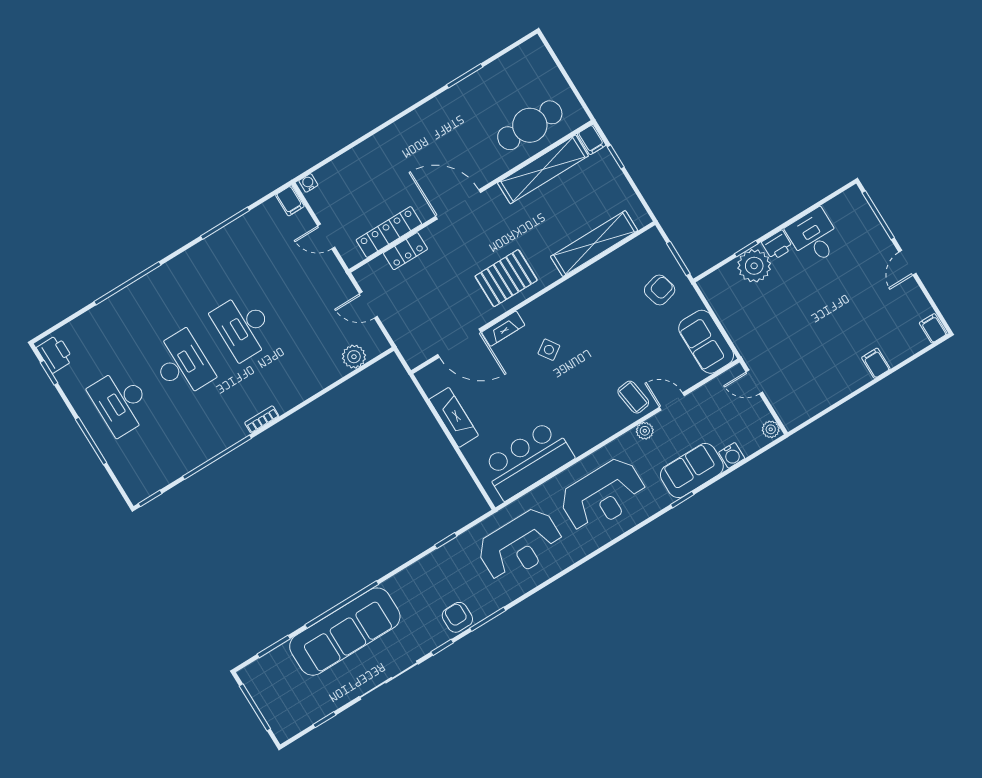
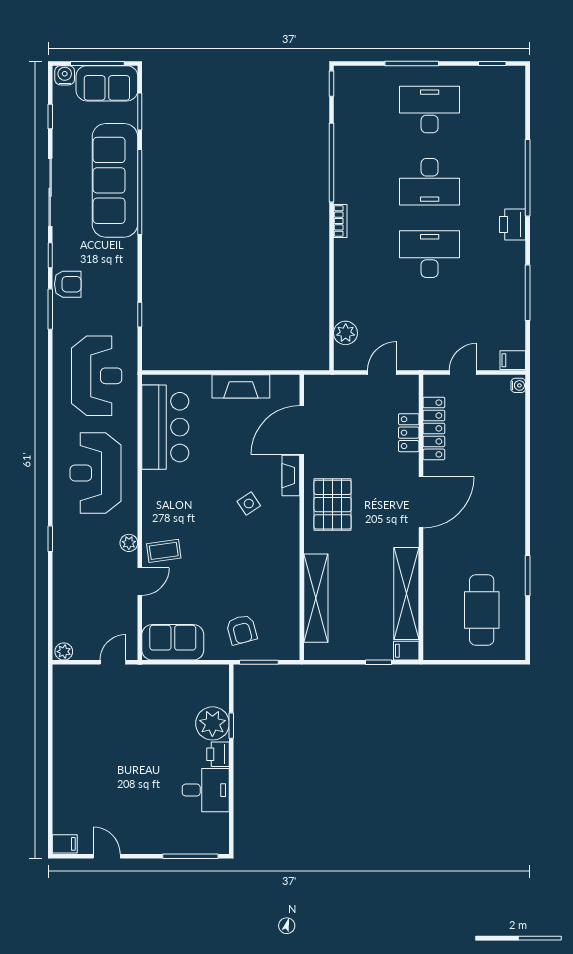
cafe table: (530, 125) -> (482, 610), moved
door: (907, 263) -> (107, 856), moved
printer: (55, 354) -> (513, 224), moved, turned 90
filing cabinet: (876, 363) -> (65, 776), removed
water cooler: (732, 455) -> (65, 75), moved, turned 90
sofa: (692, 471) -> (107, 83), moved, turned 90
reception desk: (520, 545) -> (97, 376), turned 180

